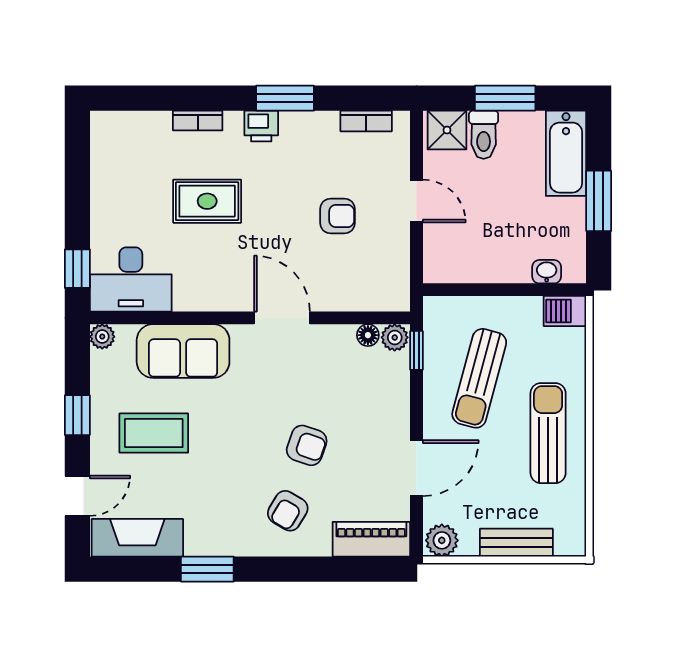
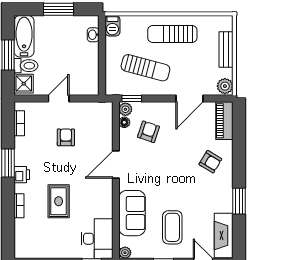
bathtub: (566, 153) -> (24, 36), moved, turned -90
armchair: (307, 445) -> (149, 132), moved
door: (417, 468) -> (190, 99), swing flipped

